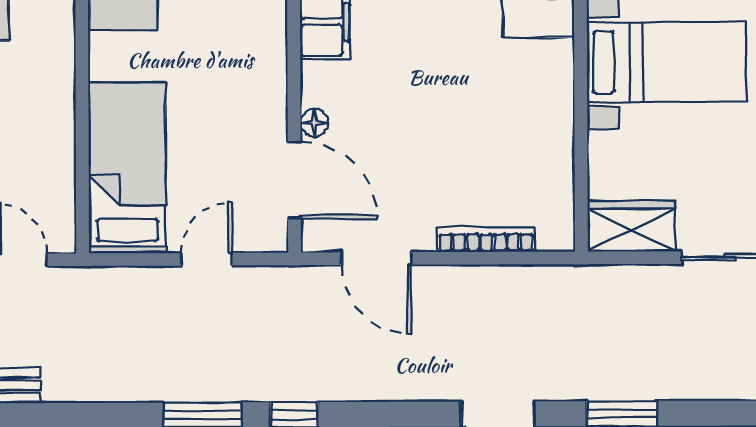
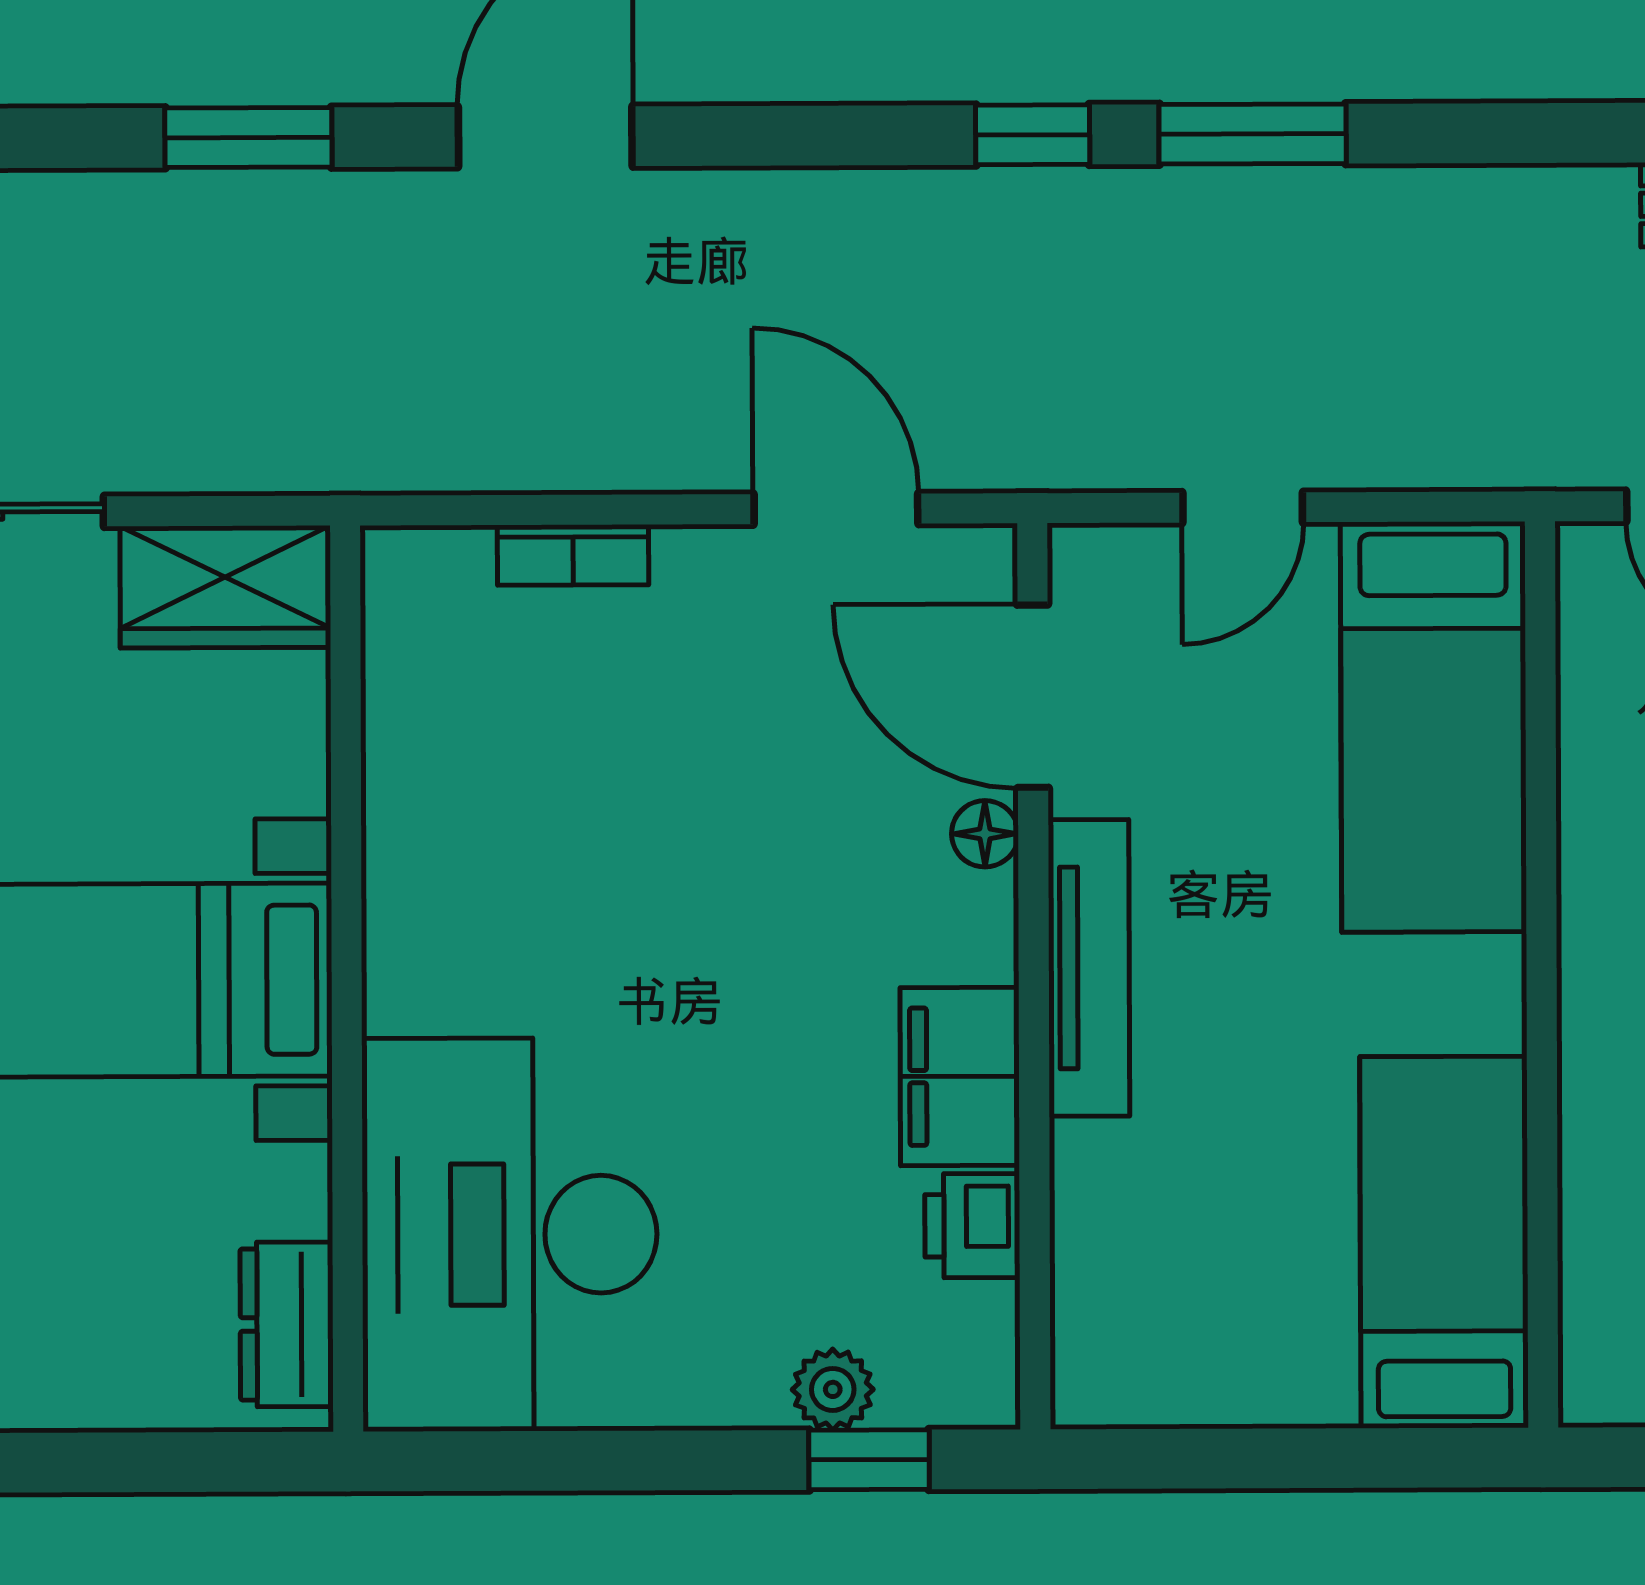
tv unit: (271, 67) -> (1089, 968), added
bookcase: (486, 239) -> (573, 555), width x0.64

